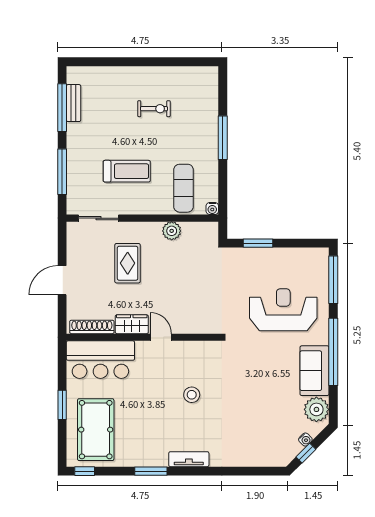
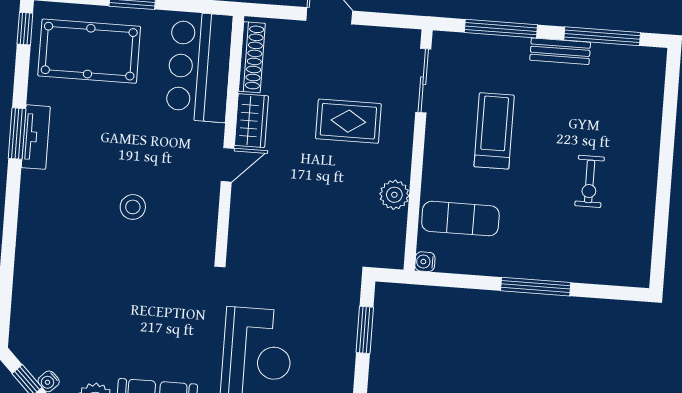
bench: (74, 103) -> (560, 51), moved
treadmill: (127, 171) -> (494, 131), turned 180
tv unit: (189, 459) -> (36, 137), moved

